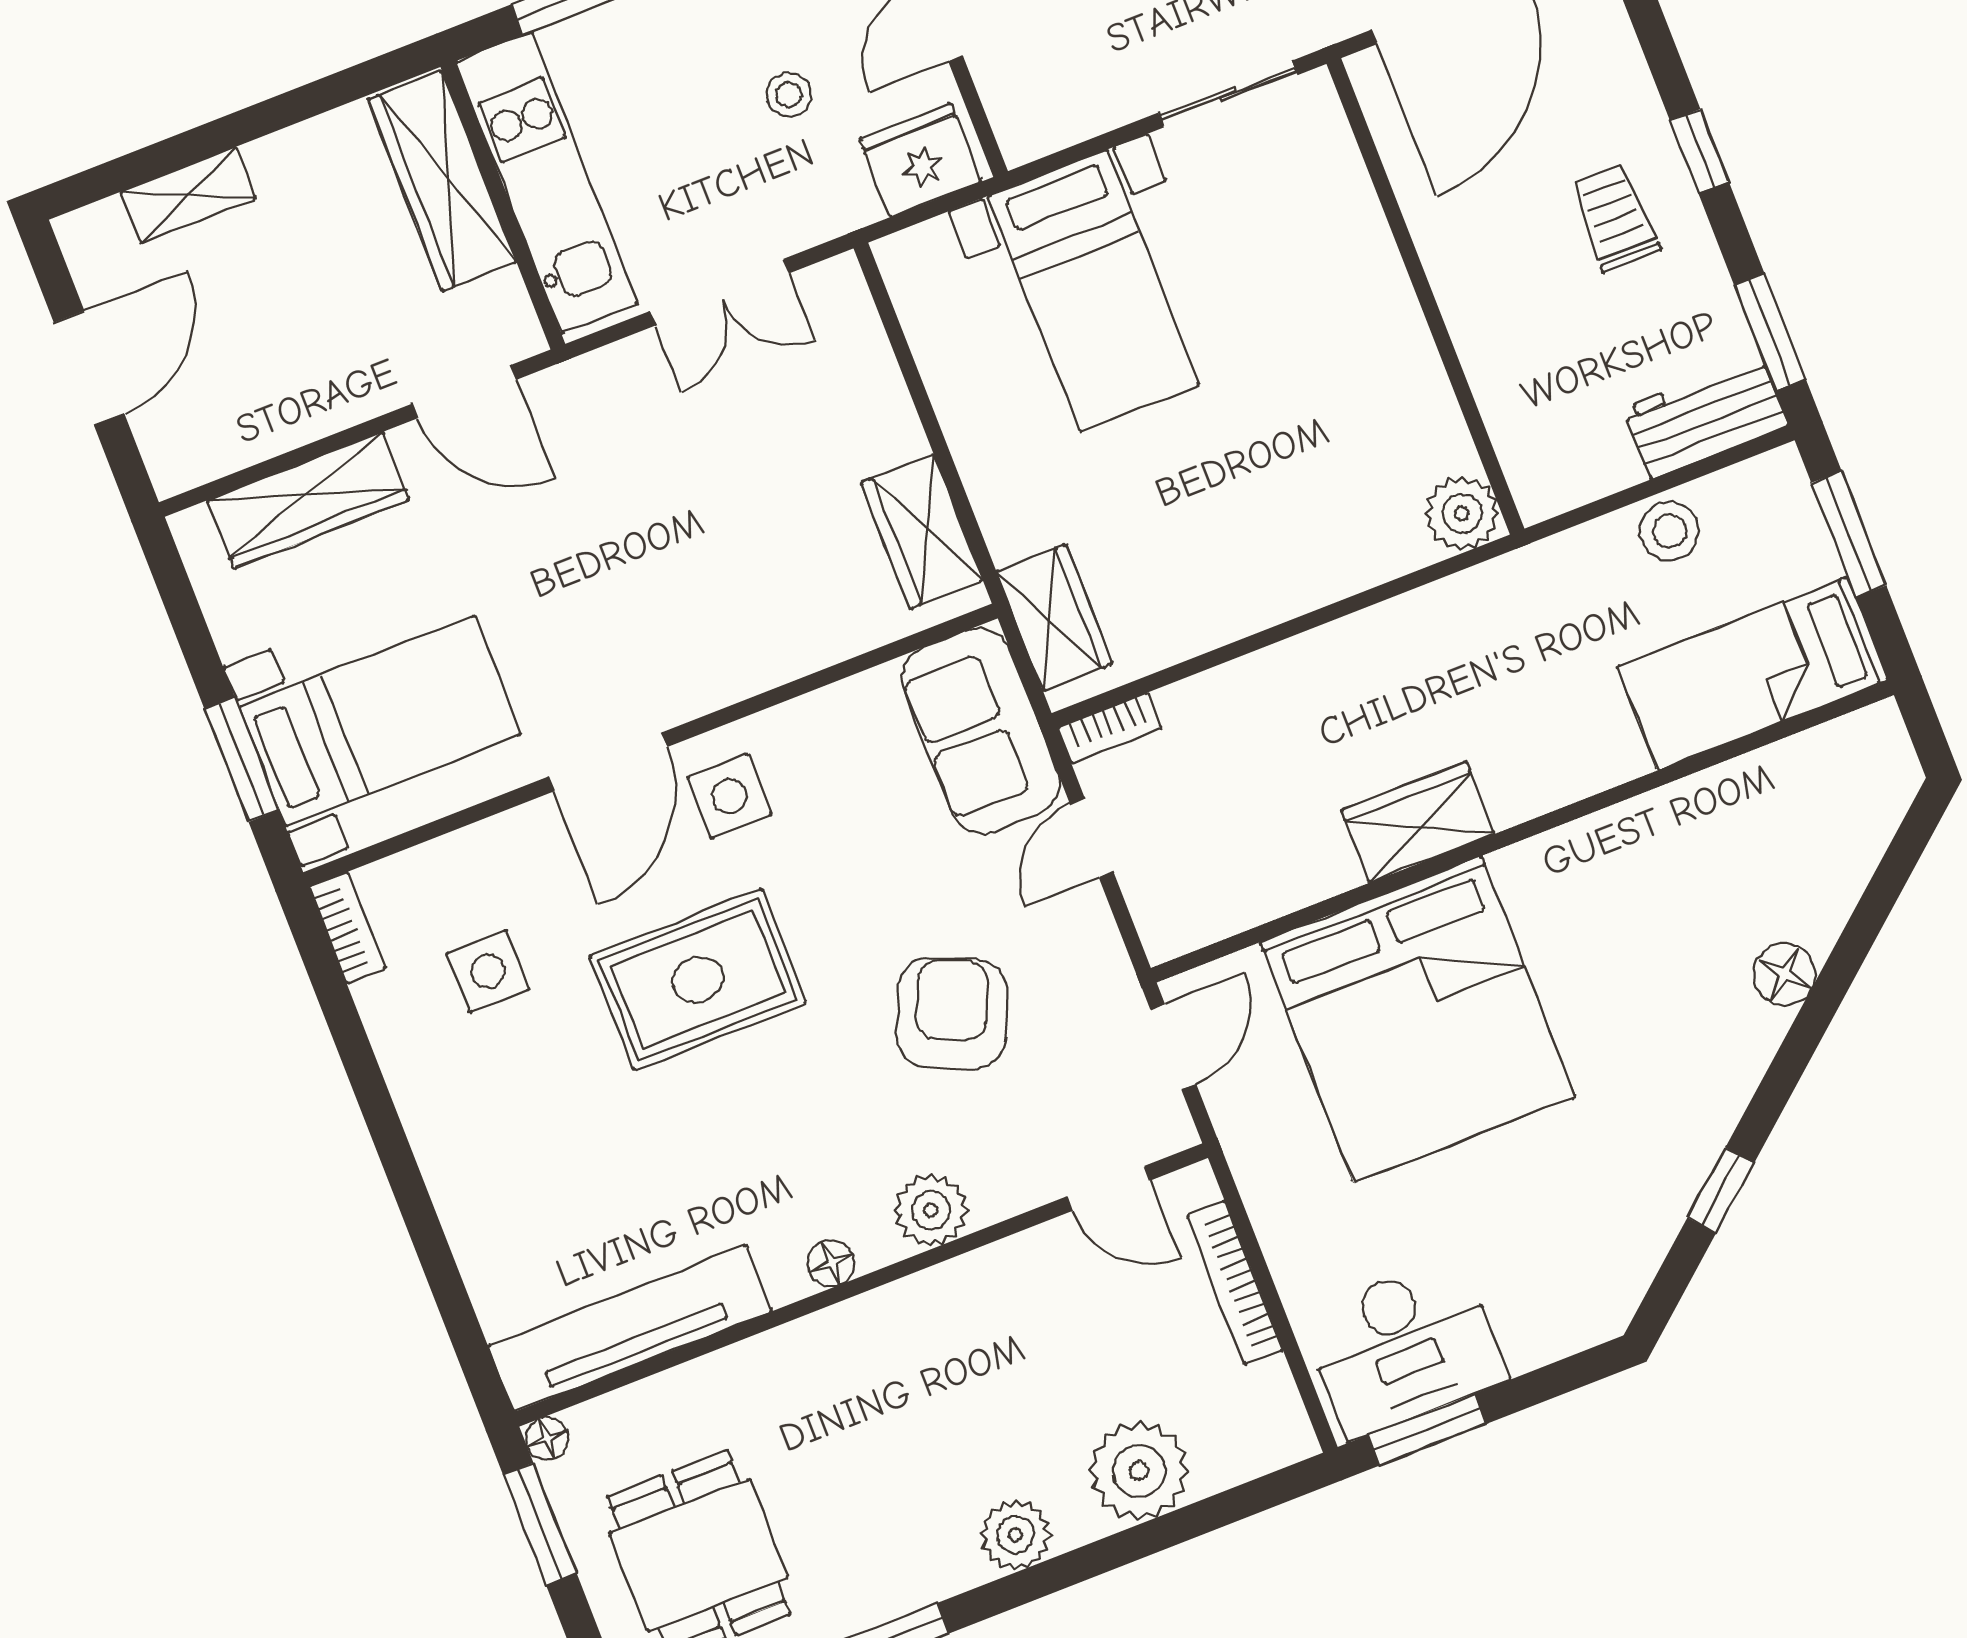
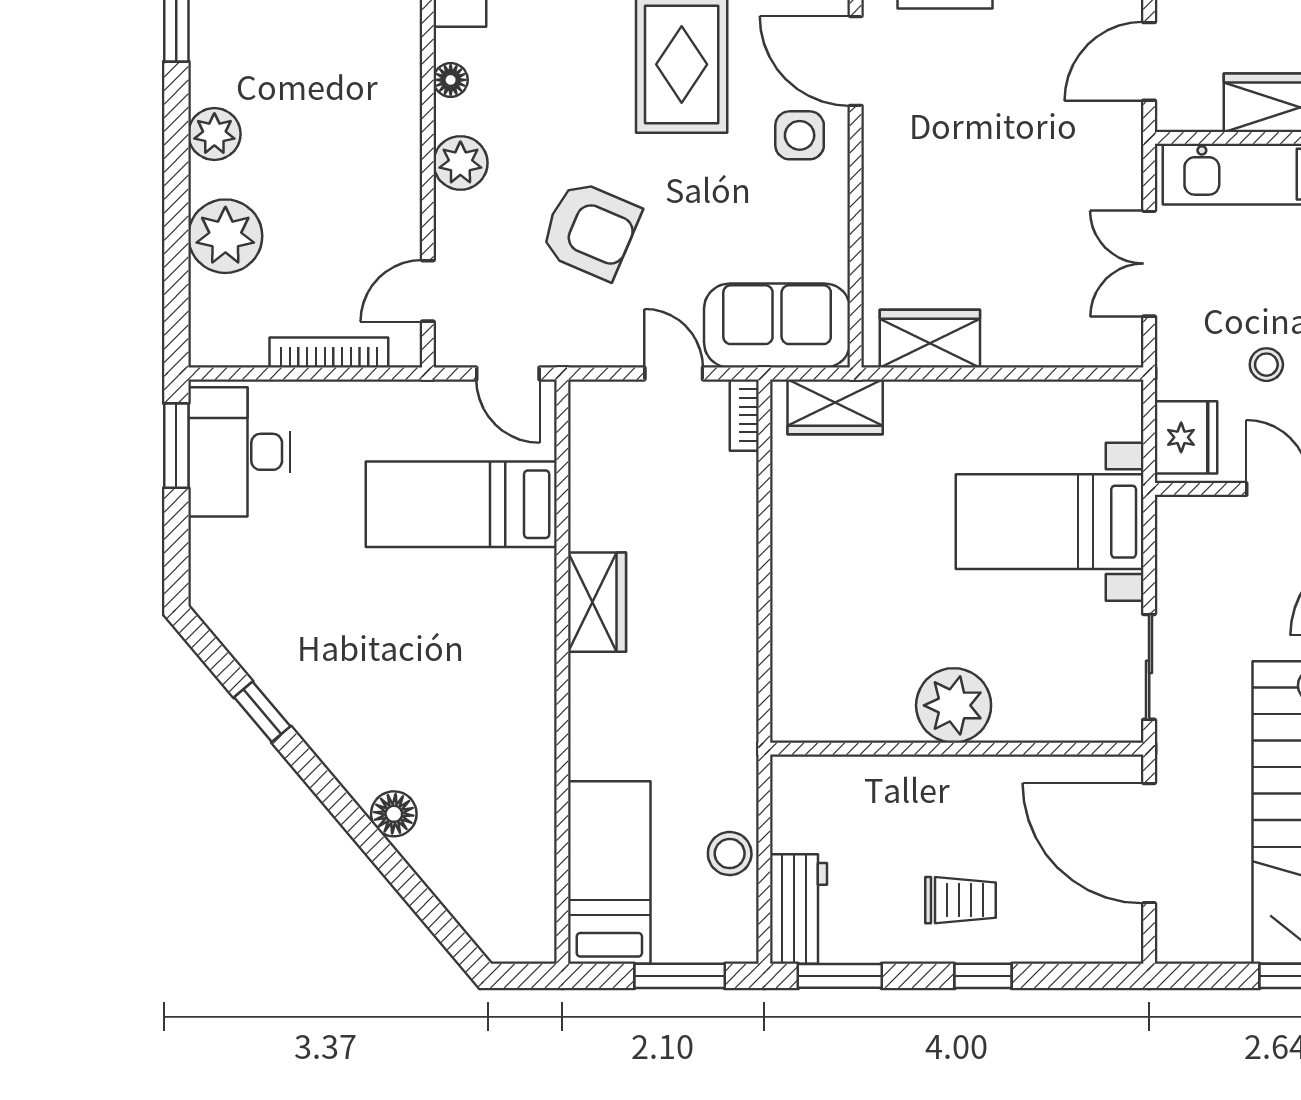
plant: (1462, 513) -> (954, 705), moved, width x1.36, depth x1.36
bed: (1418, 1019) -> (461, 504), width x0.49

